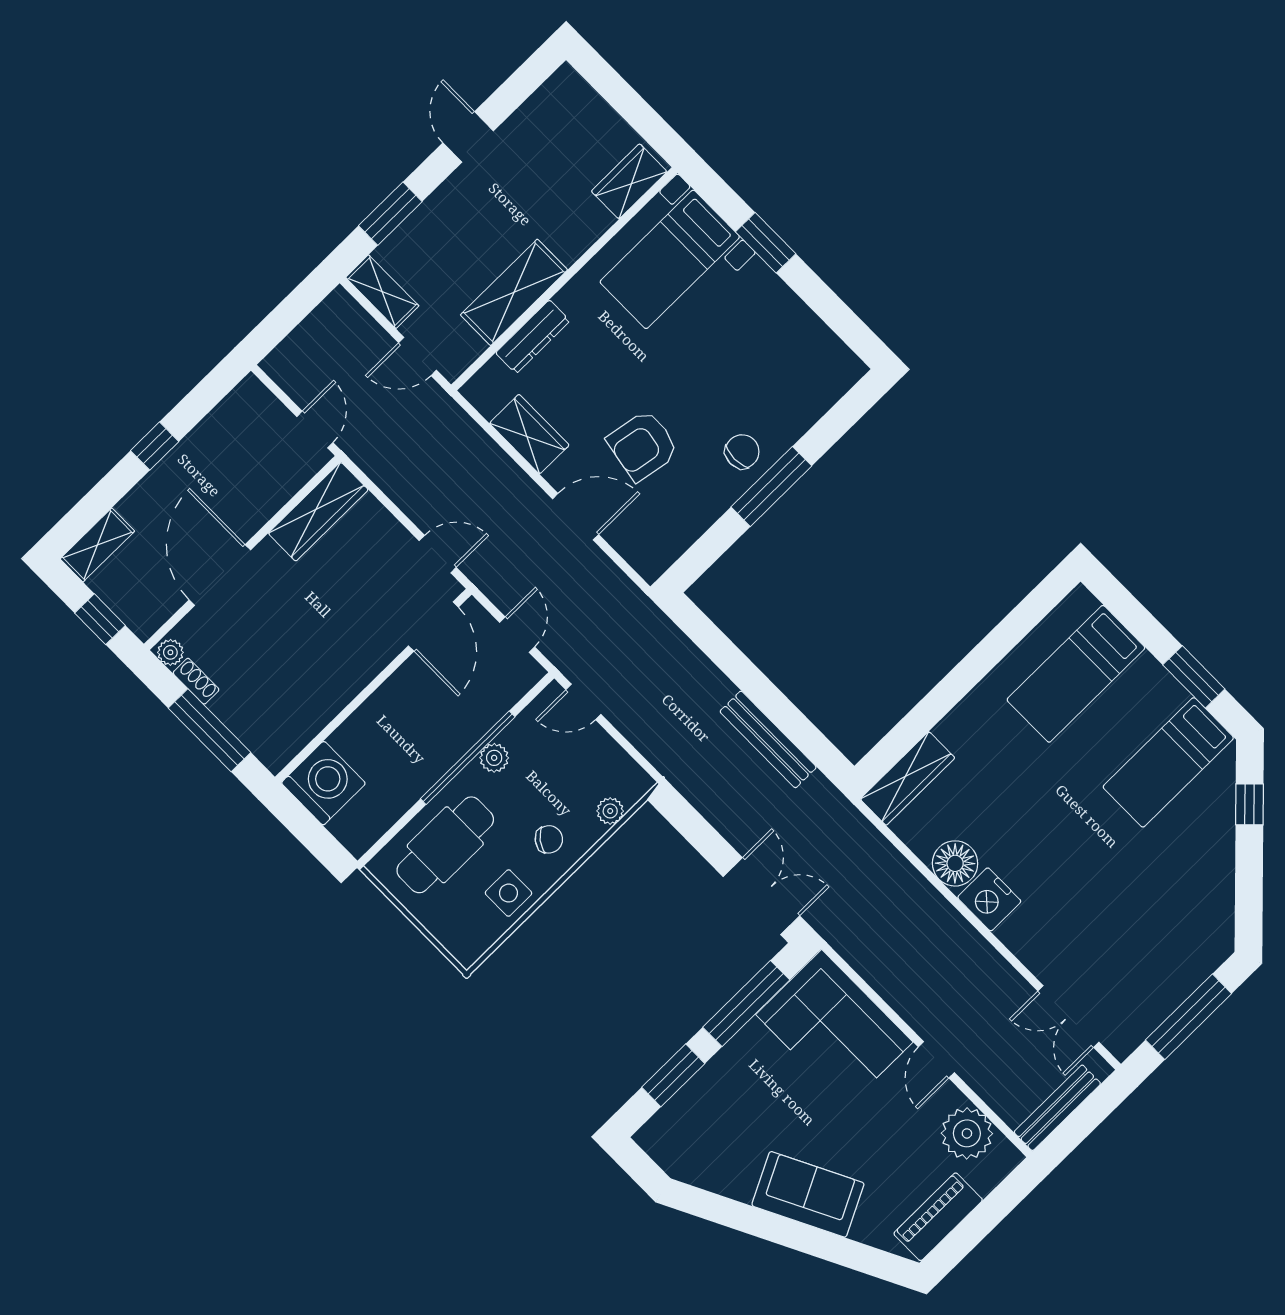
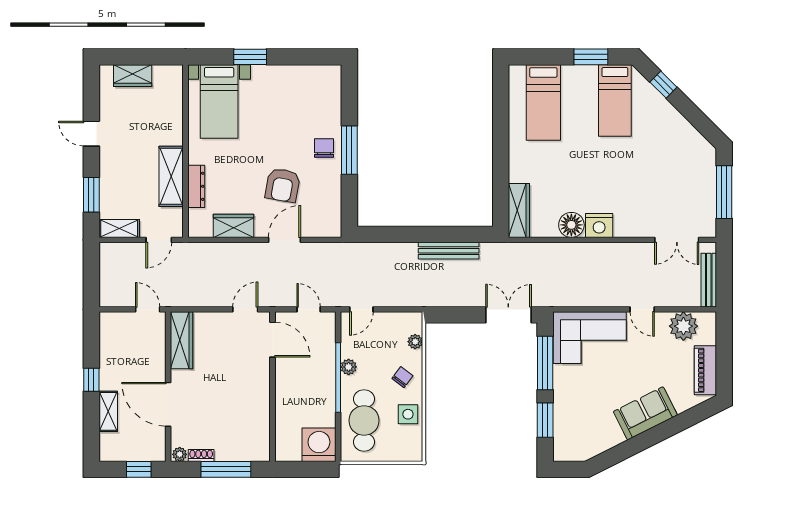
wardrobe: (629, 181) -> (133, 76), moved, turned -90
shelving: (97, 545) -> (108, 411), moved
washing machine: (323, 783) -> (319, 445), moved

